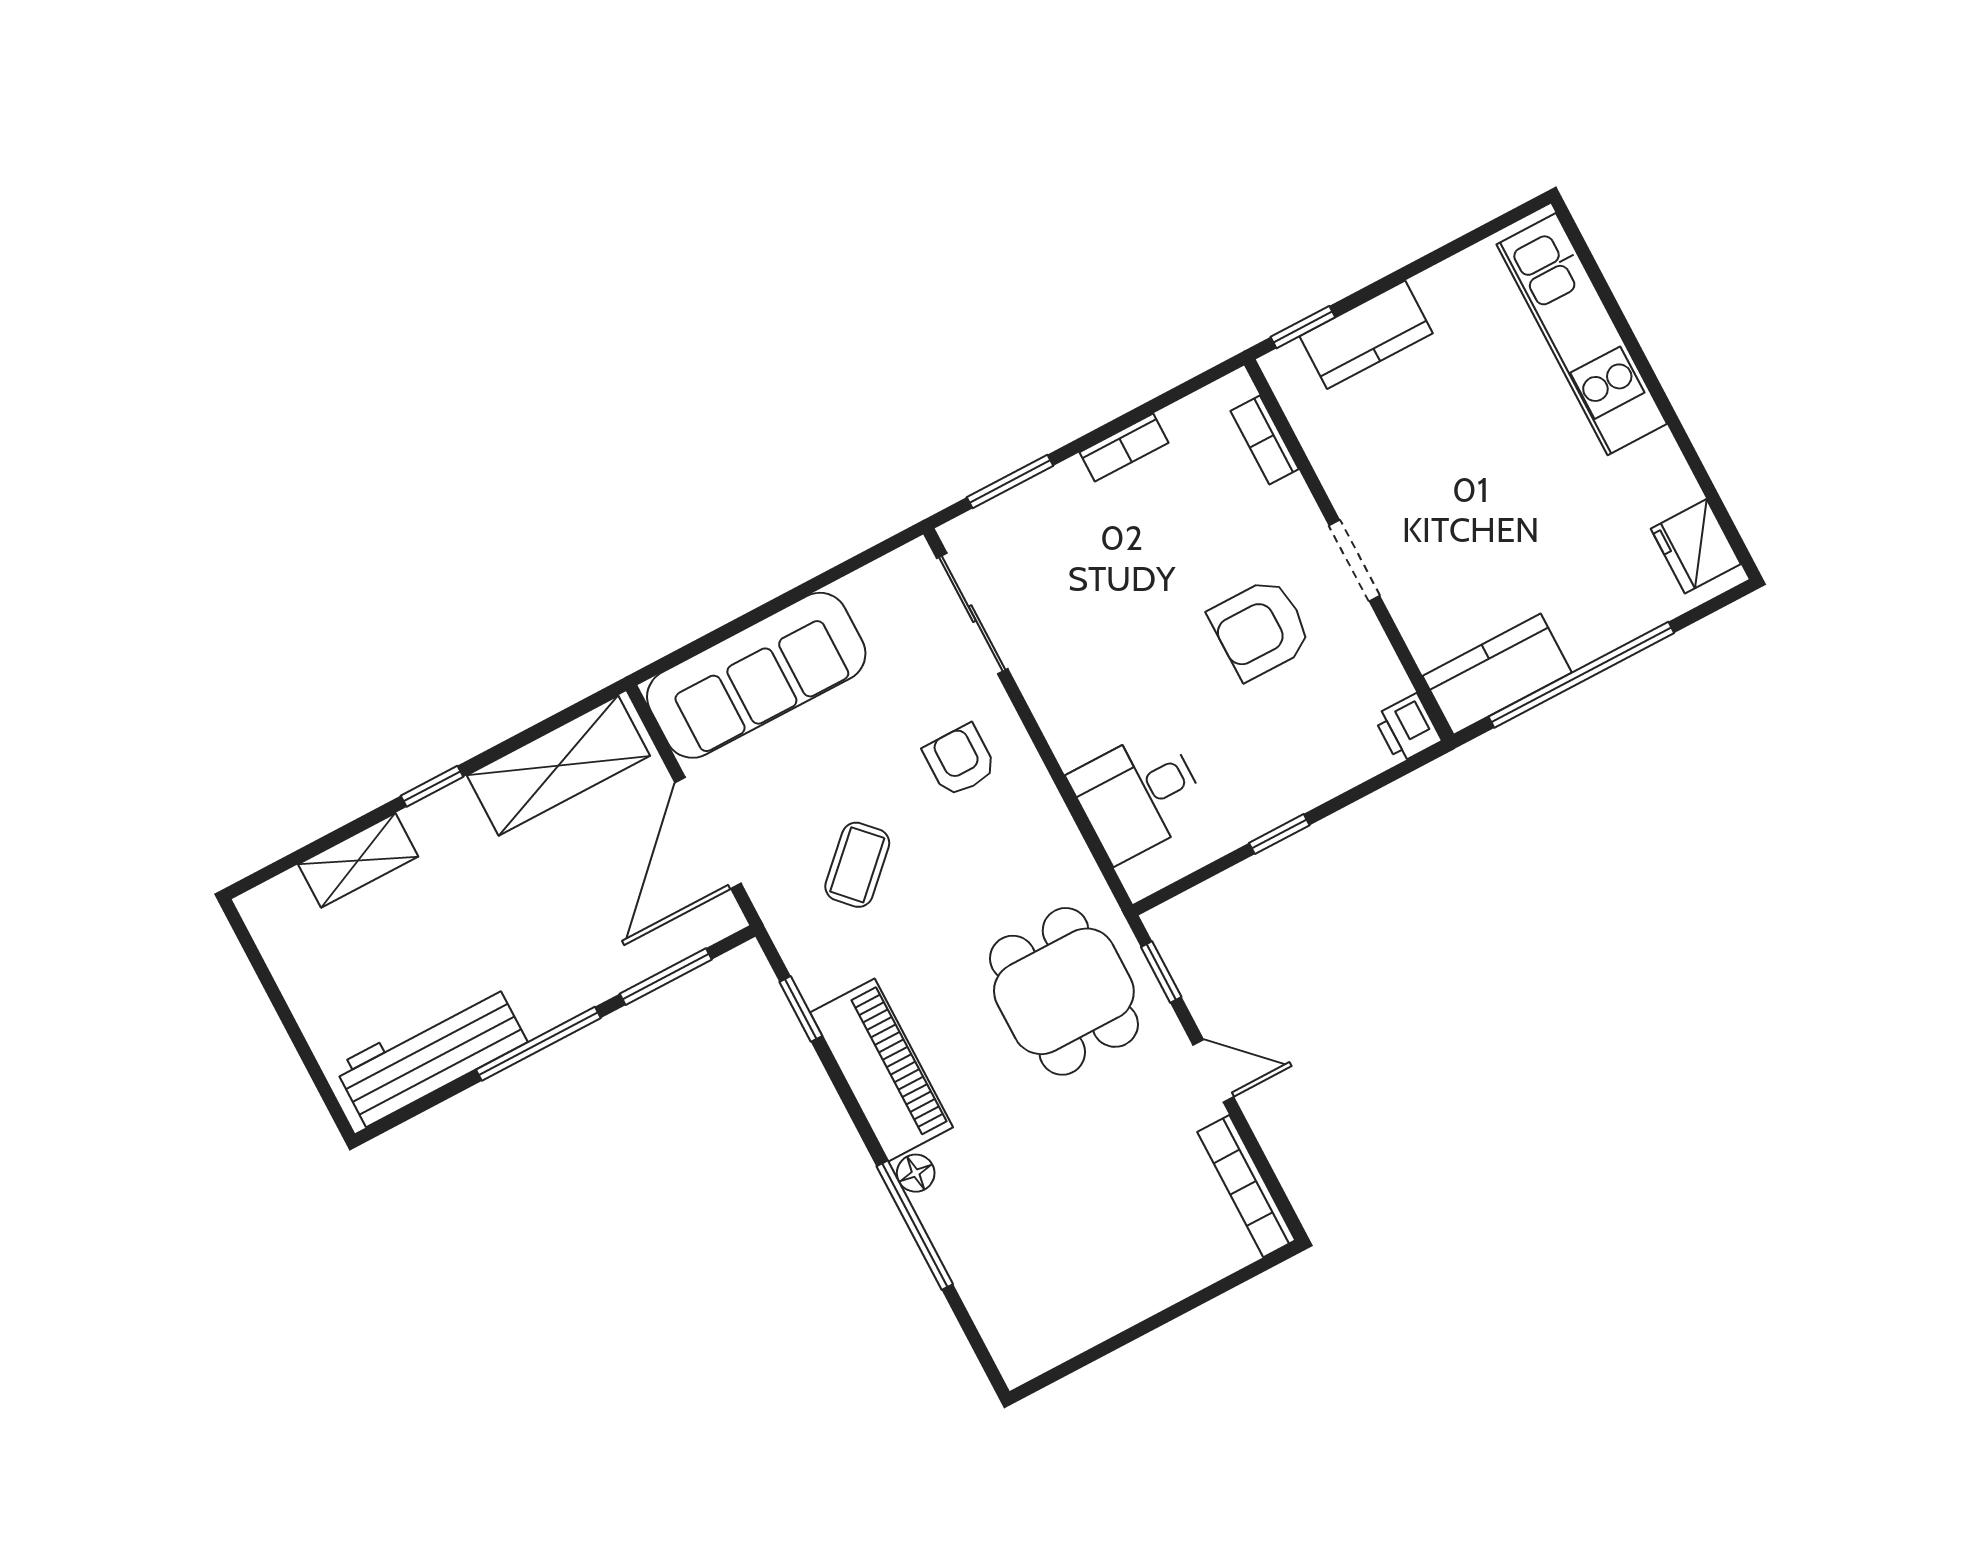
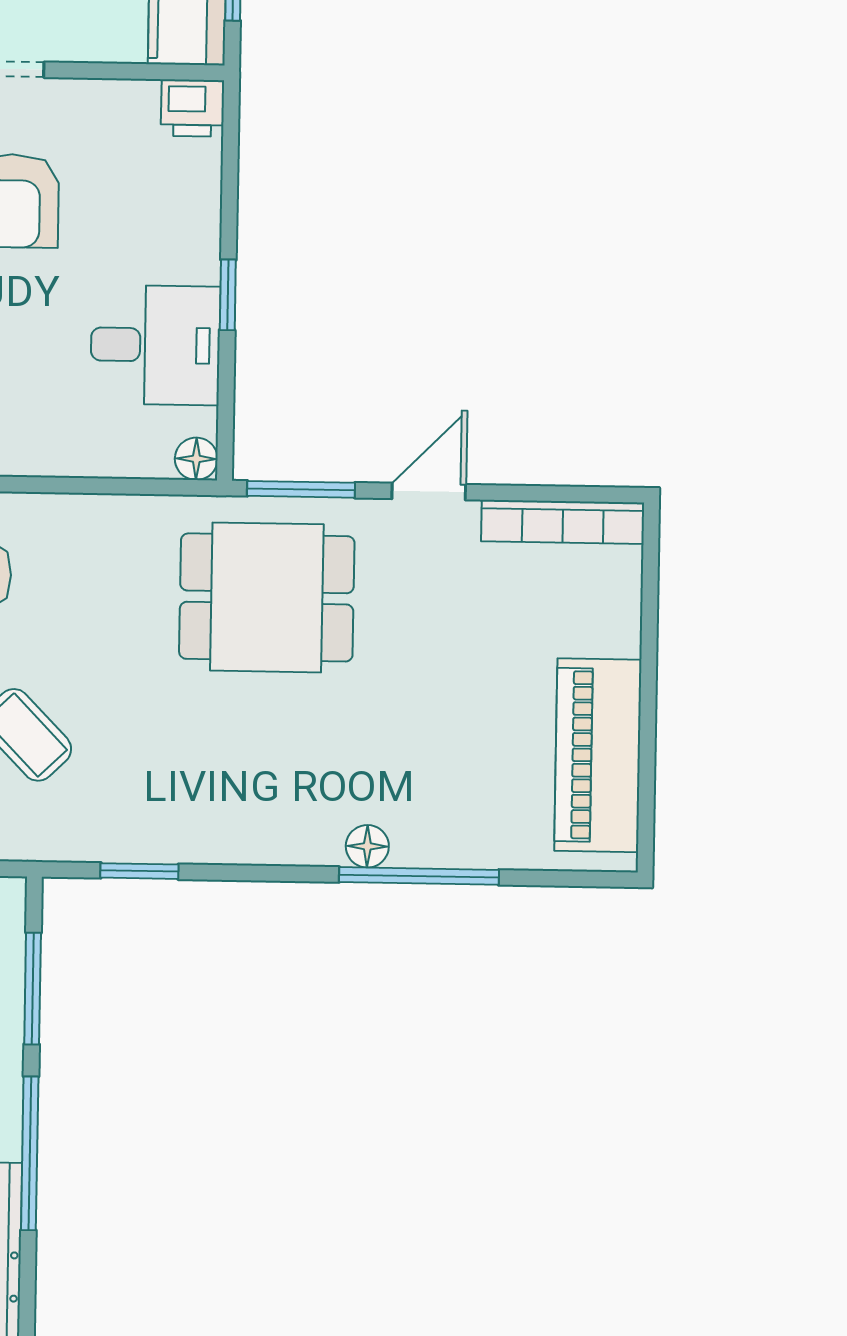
desk: (1139, 795) -> (155, 345), moved, turned -90
floor lamp: (1140, 879) -> (196, 459), added
window: (1161, 972) -> (301, 489), width x1.50
piano: (882, 1070) -> (598, 755), moved, turned -90

